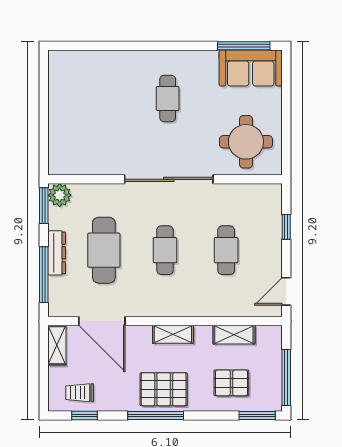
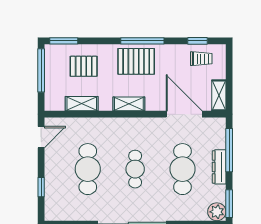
cafe table: (226, 250) -> (88, 169), width x1.37, depth x1.35

